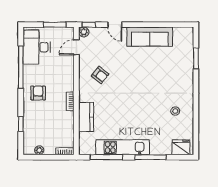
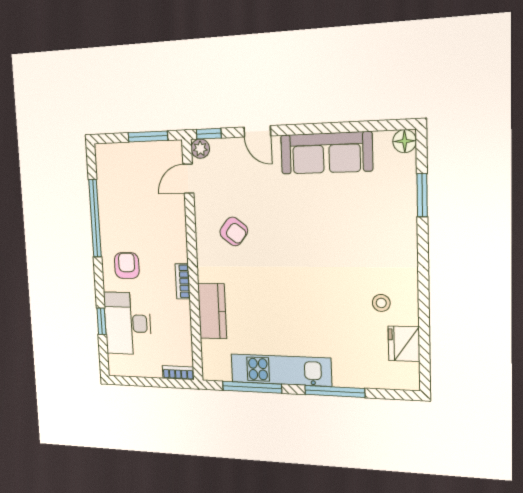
floor lamp: (188, 33) -> (405, 141), added
desk: (37, 47) -> (128, 323), moved
fridge: (181, 147) -> (404, 344), moved, turned -90
plant: (39, 150) -> (135, 369), removed

